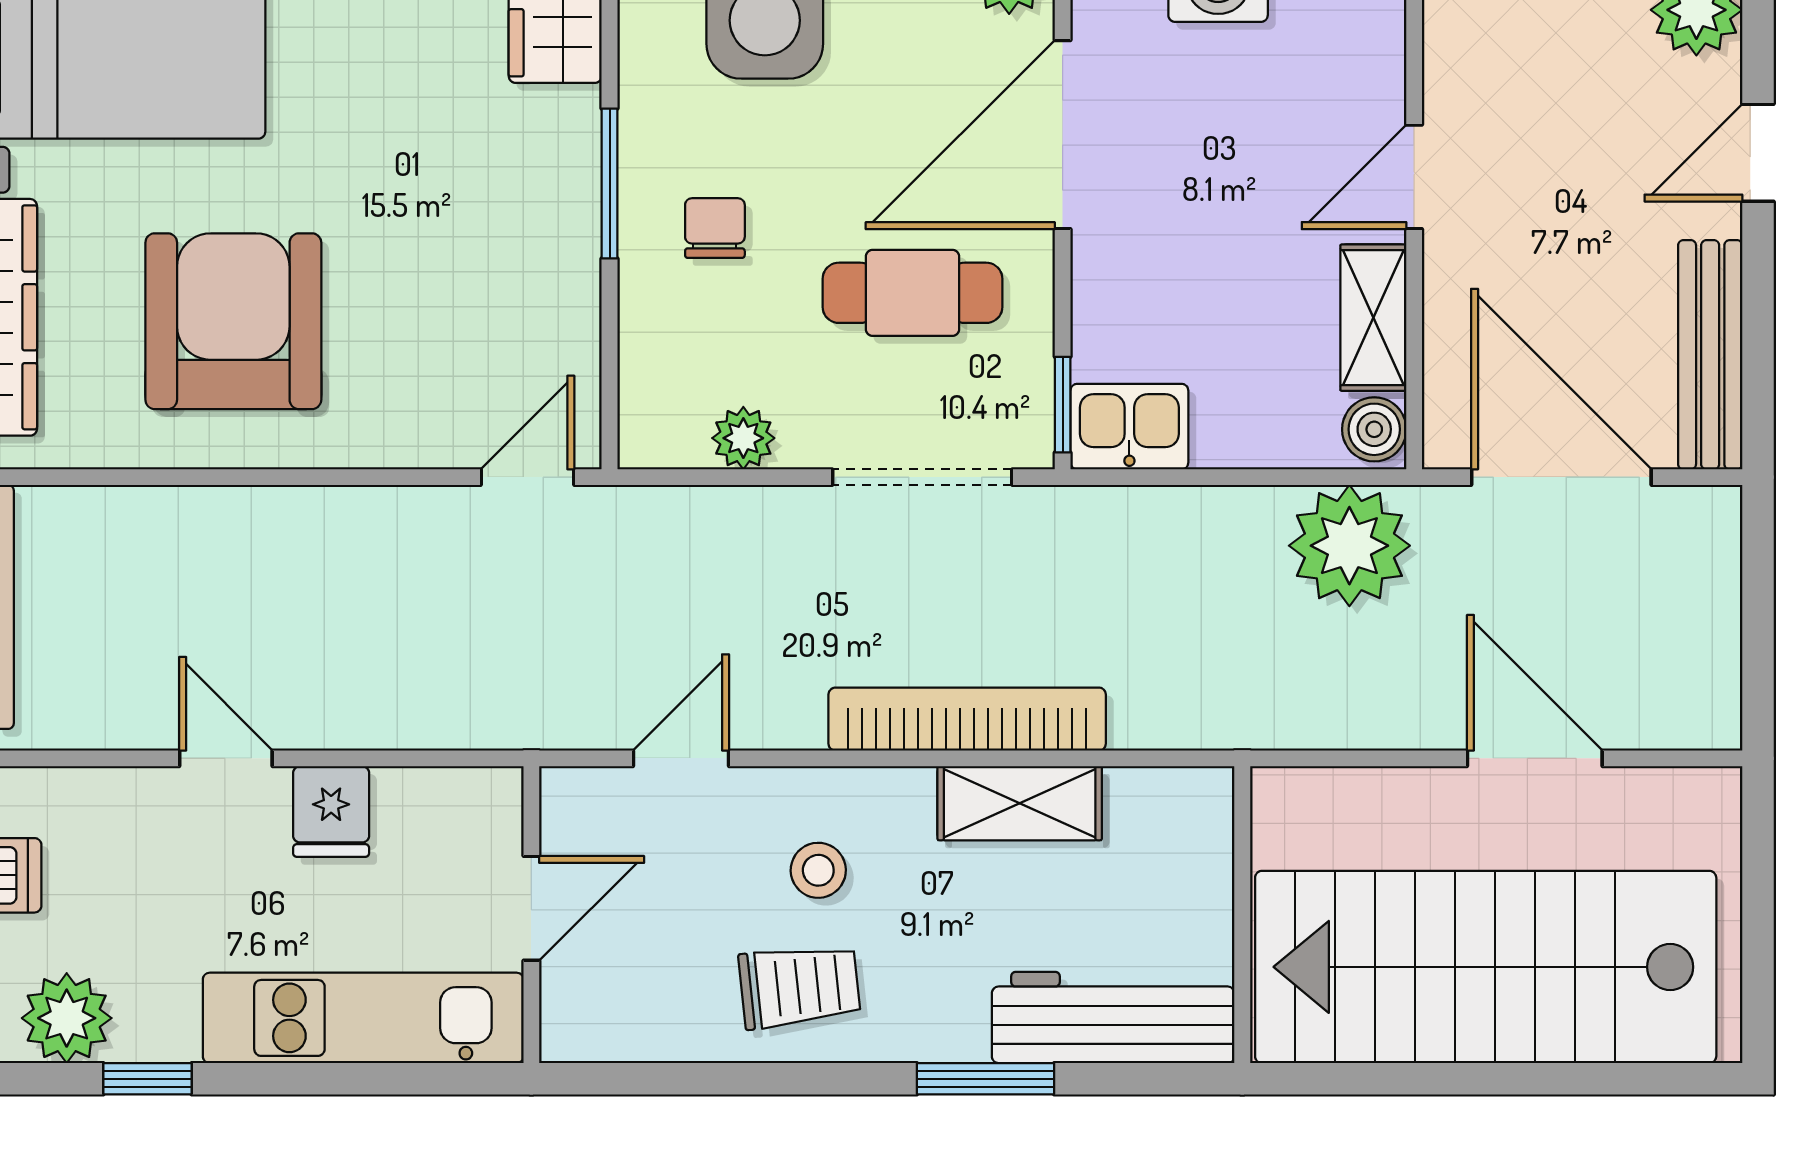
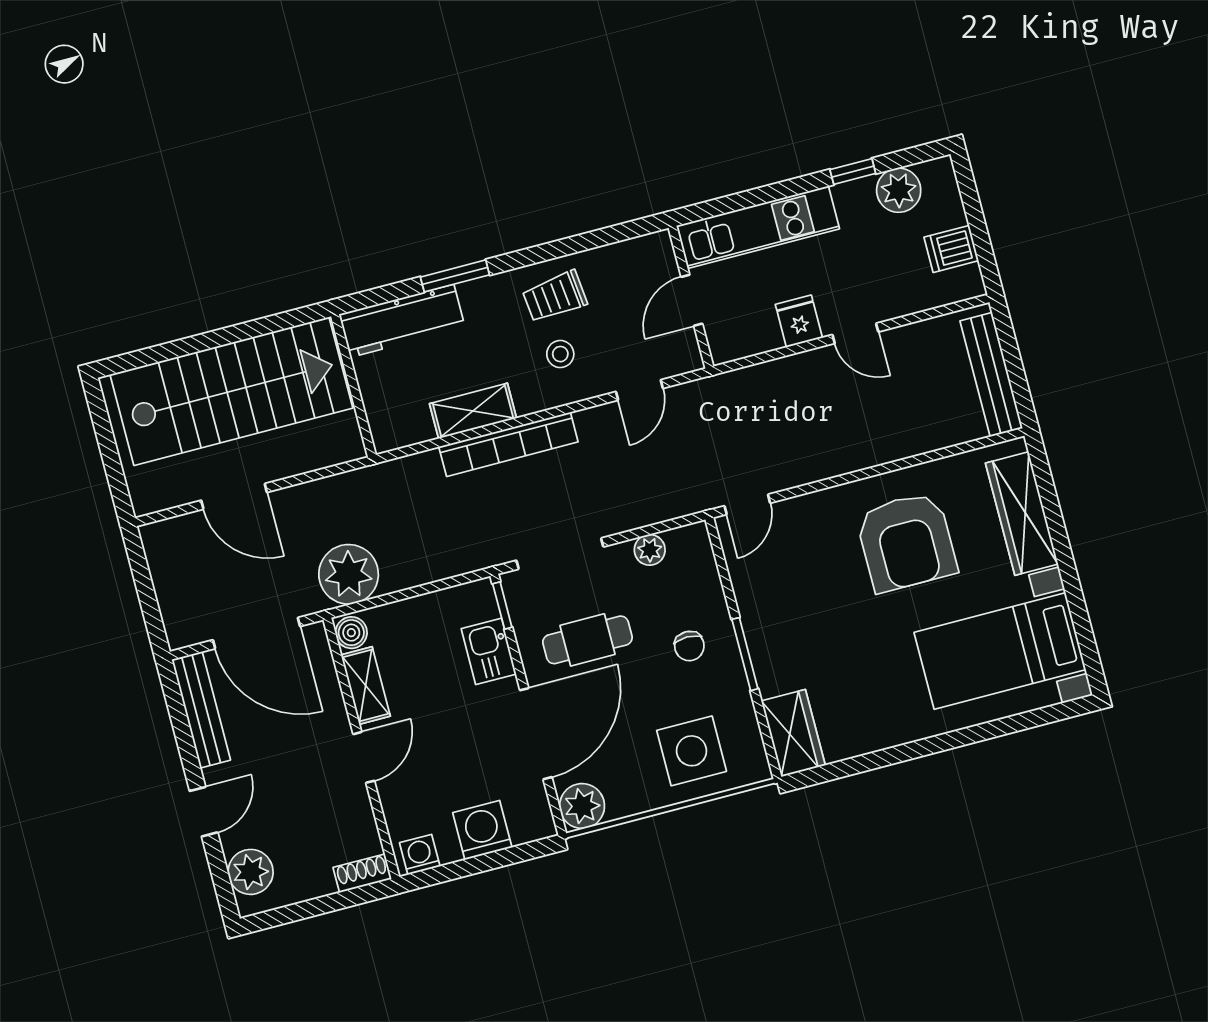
kitchen sink: (1129, 427) -> (489, 651), moved, turned 90

